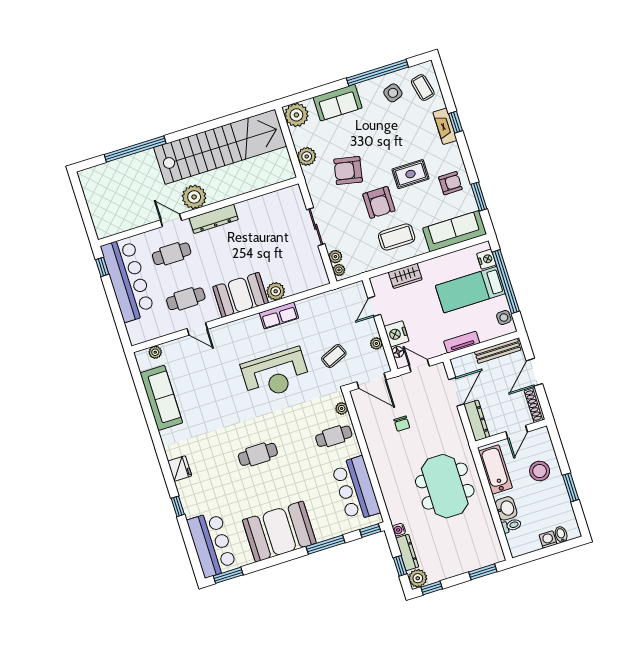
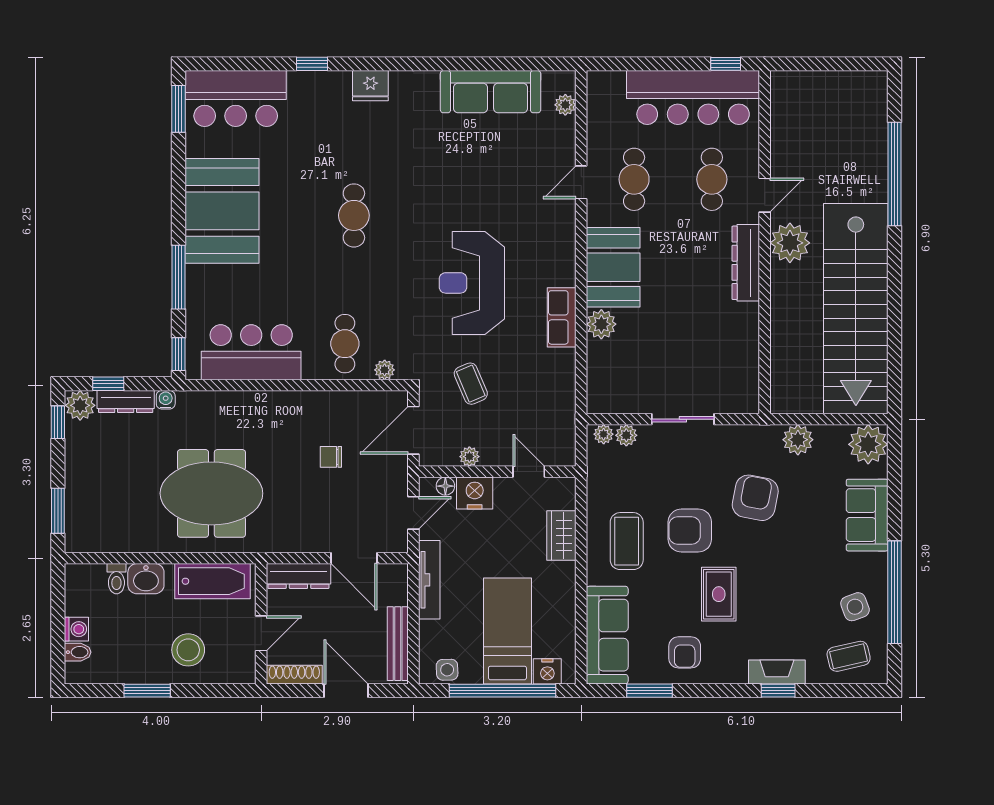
tv unit: (462, 342) -> (429, 580), width x1.41
door: (517, 432) -> (261, 633), swing flipped

